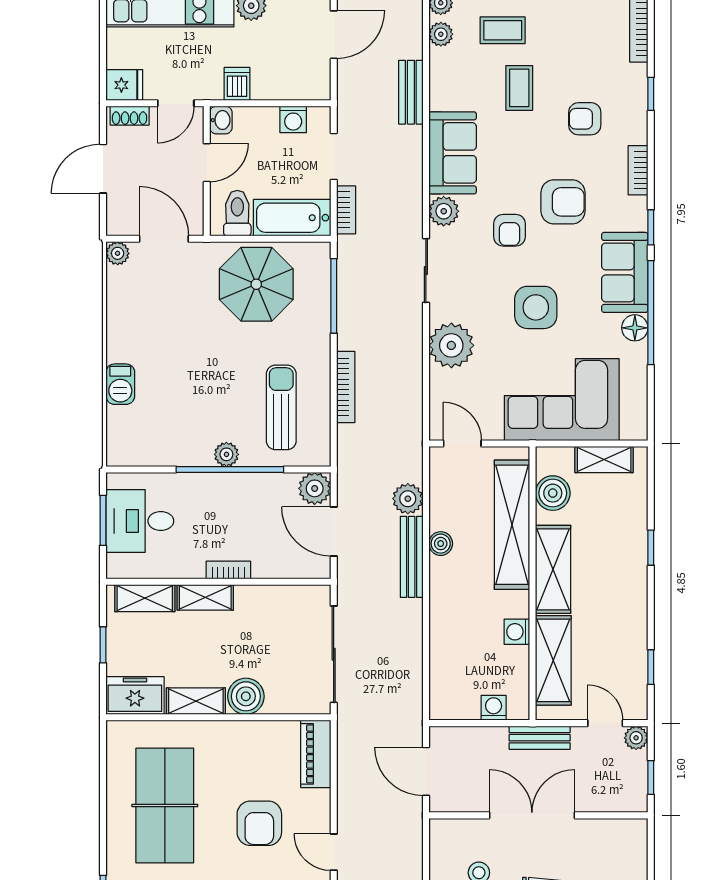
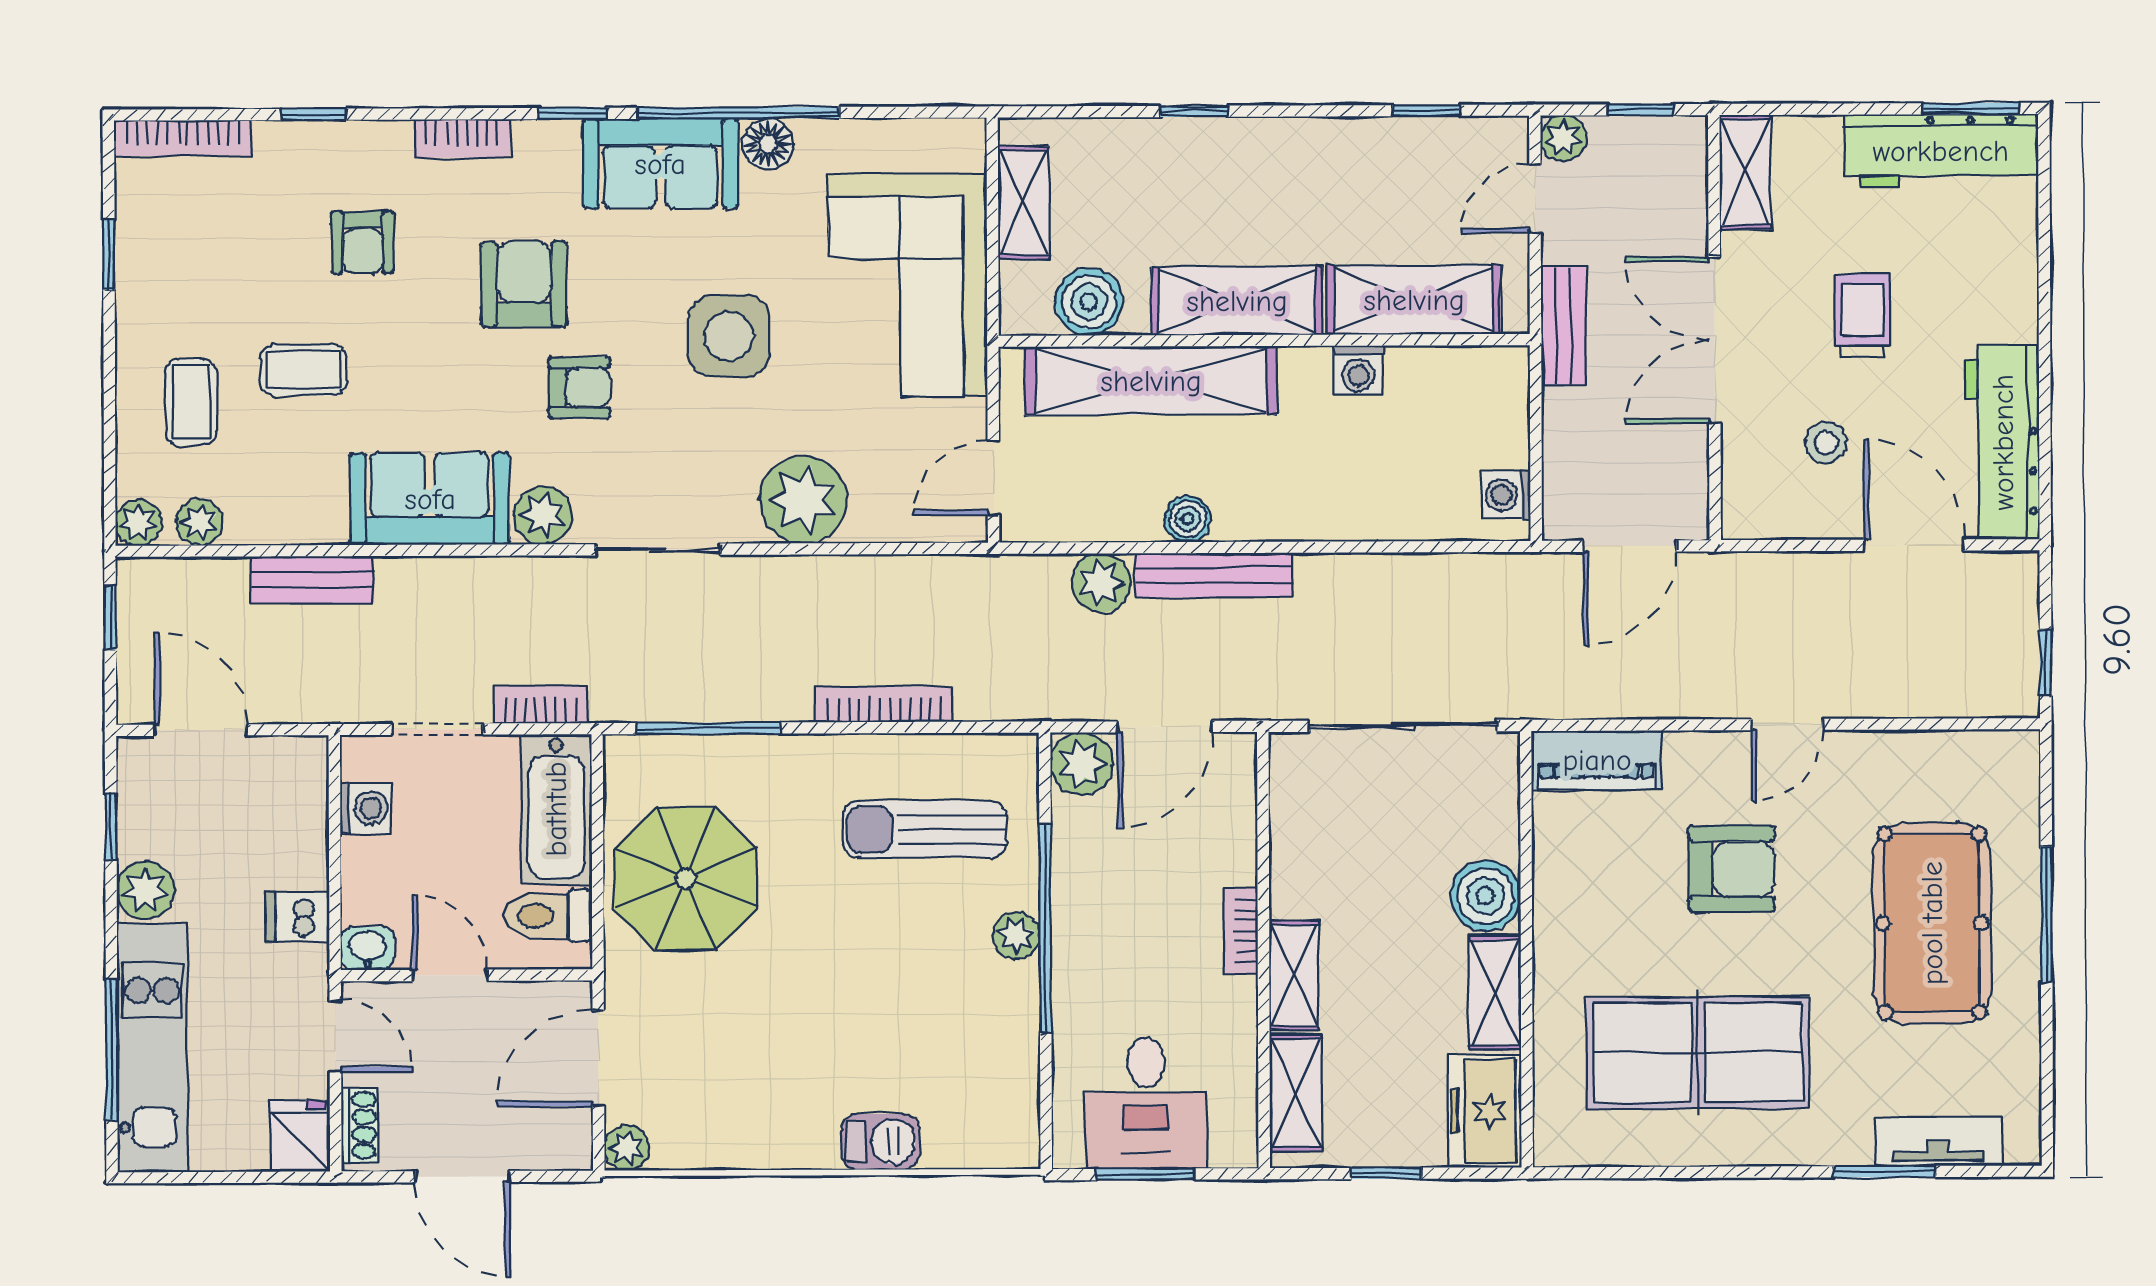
washing machine: (494, 708) -> (1506, 495), moved
shelving: (618, 832) -> (1745, 172), added

